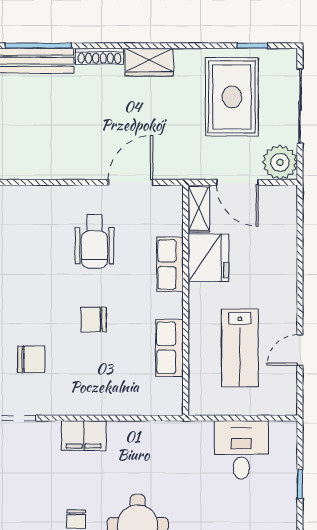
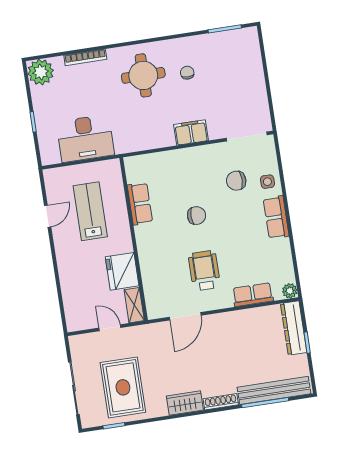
plant: (280, 162) -> (82, 346), removed
door: (237, 182) -> (110, 328), width x0.73
row of seats: (170, 264) -> (253, 295), moved, turned -90
desk: (241, 450) -> (85, 138), width x1.37

